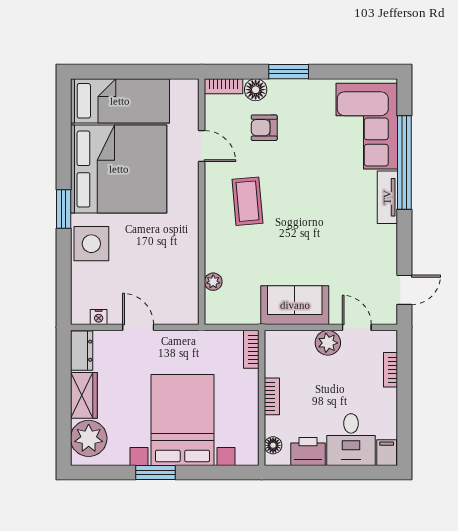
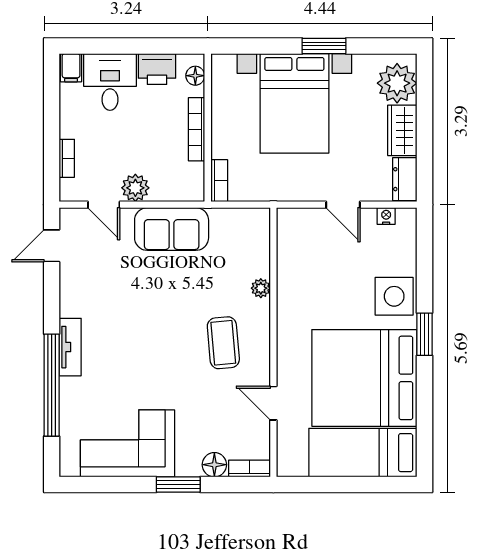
corner sofa: (367, 126) -> (127, 443), moved, turned -90
armchair: (264, 128) -> (205, 423), removed
plant: (213, 282) -> (261, 288), moved
bookcase: (272, 396) -> (197, 129), width x1.56

